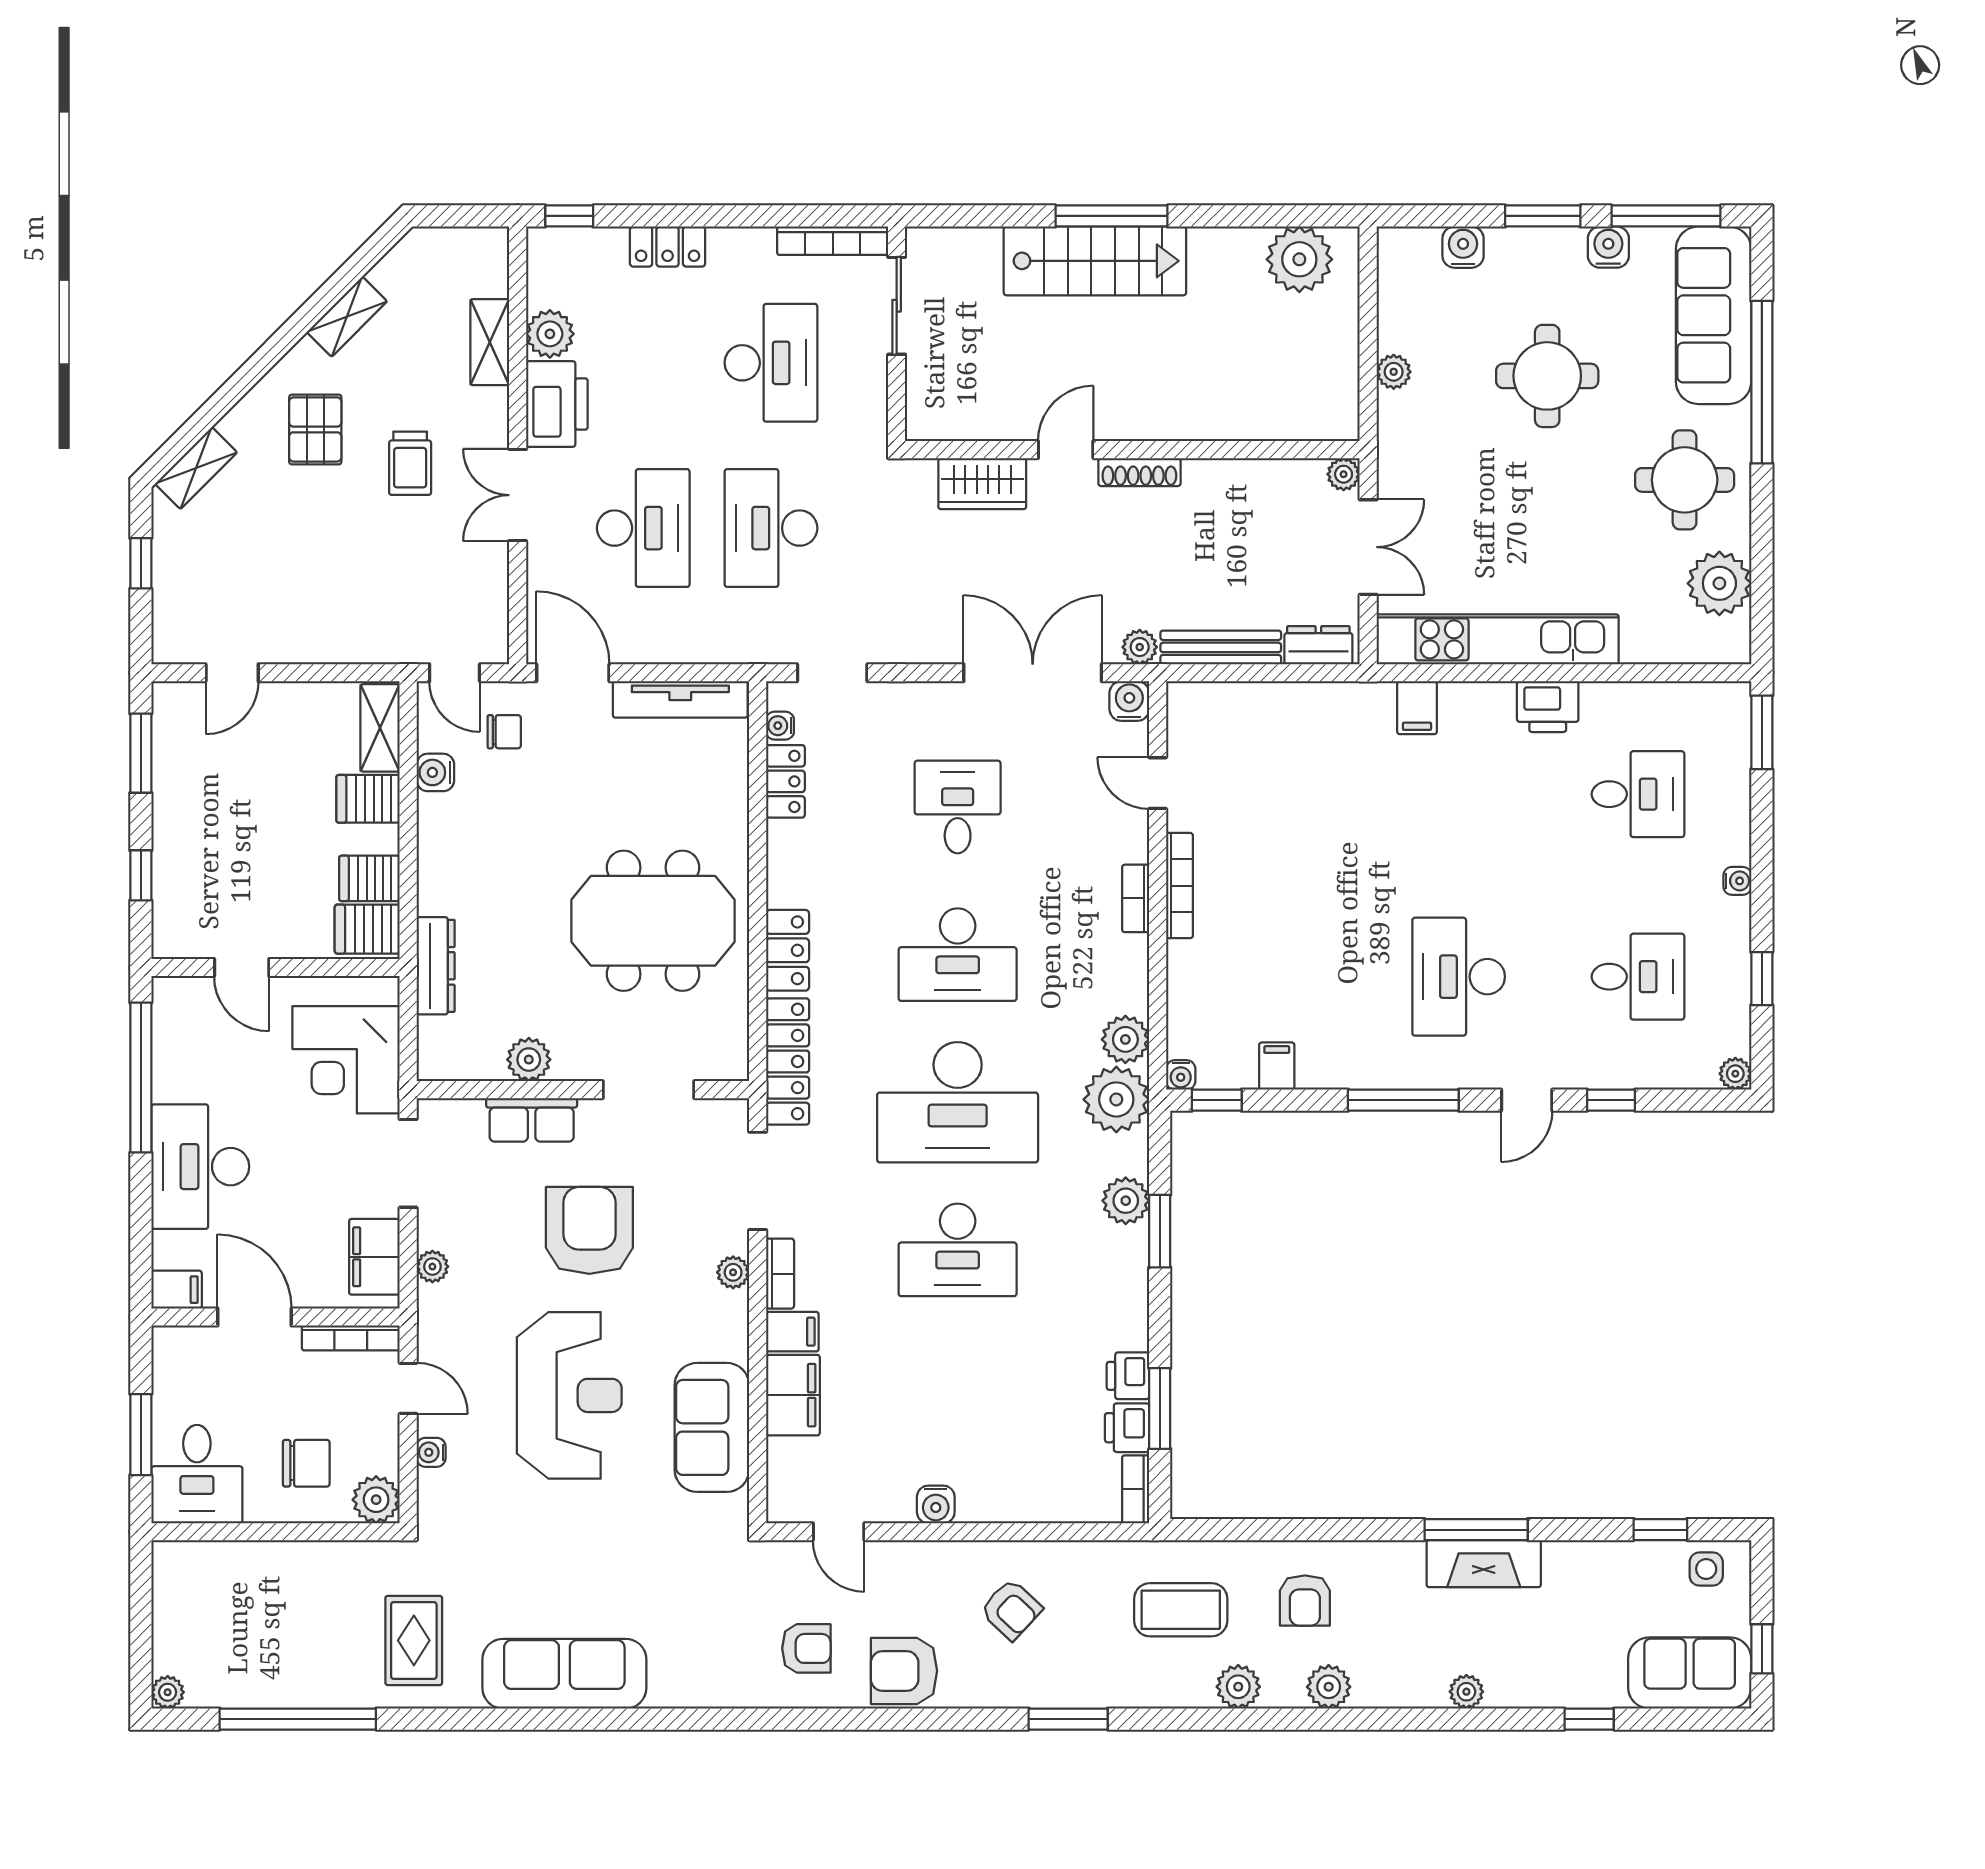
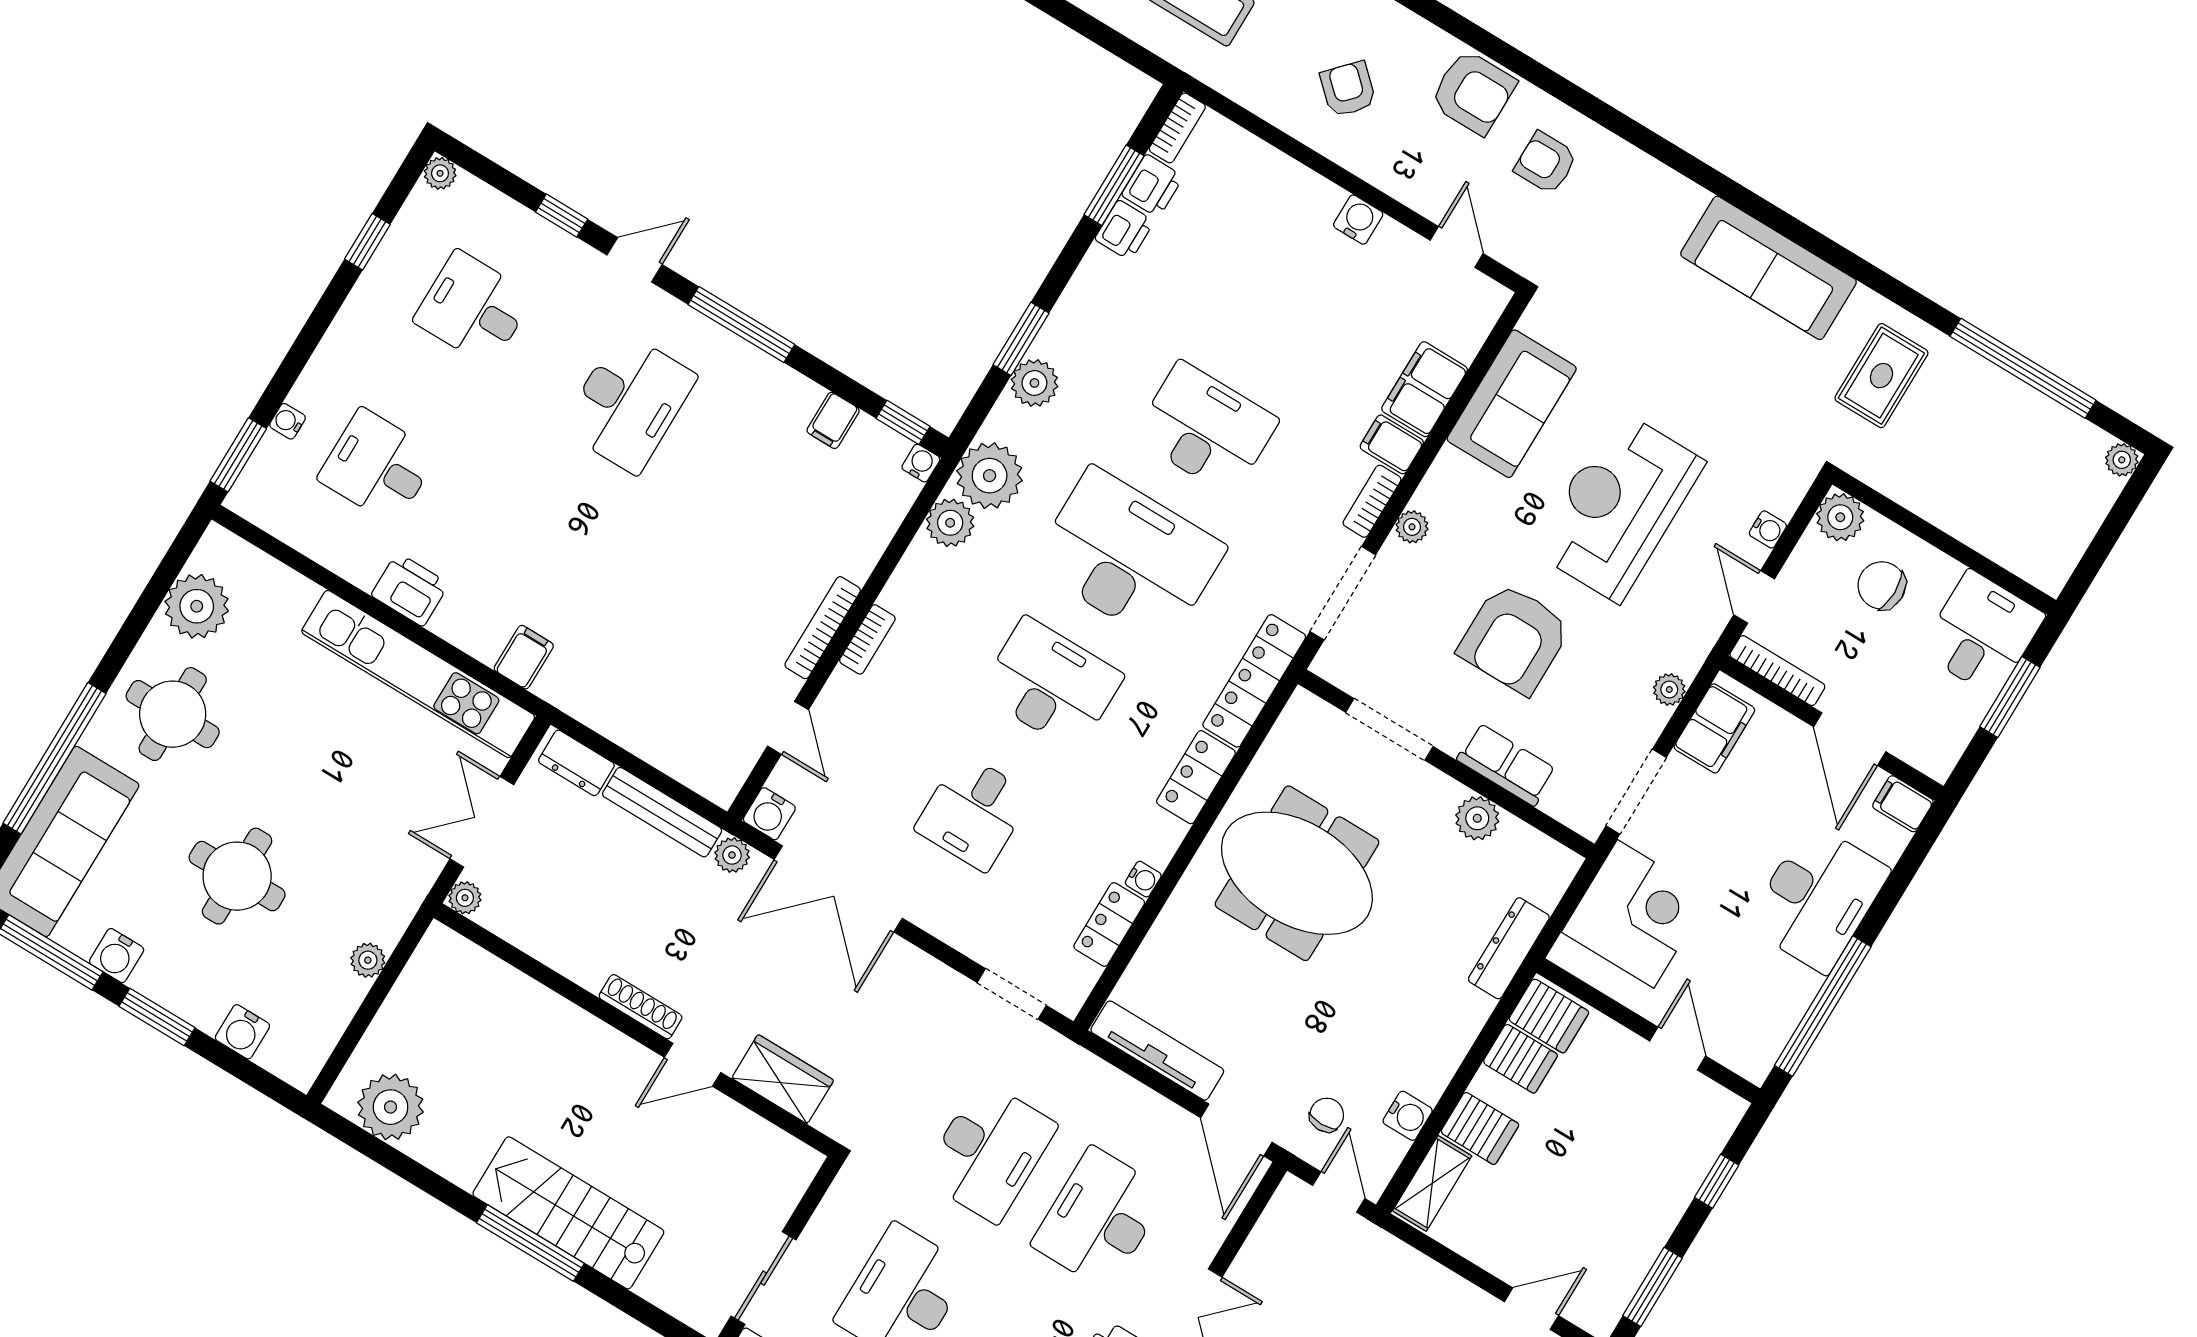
water cooler: (780, 726) -> (1143, 879), moved
chair: (504, 732) -> (1327, 1115), turned 90
water cooler: (1737, 881) -> (288, 421), moved

